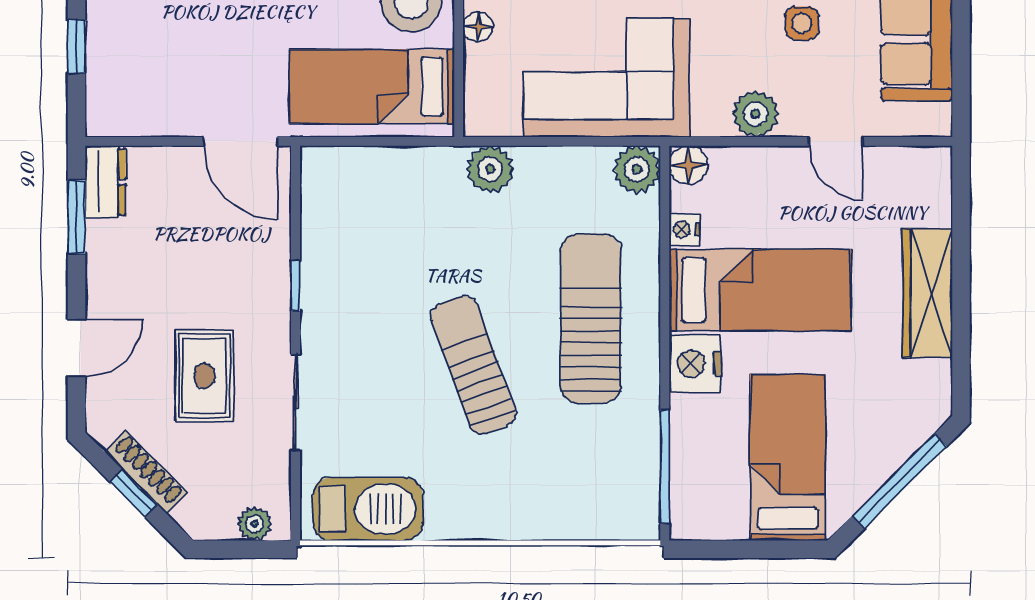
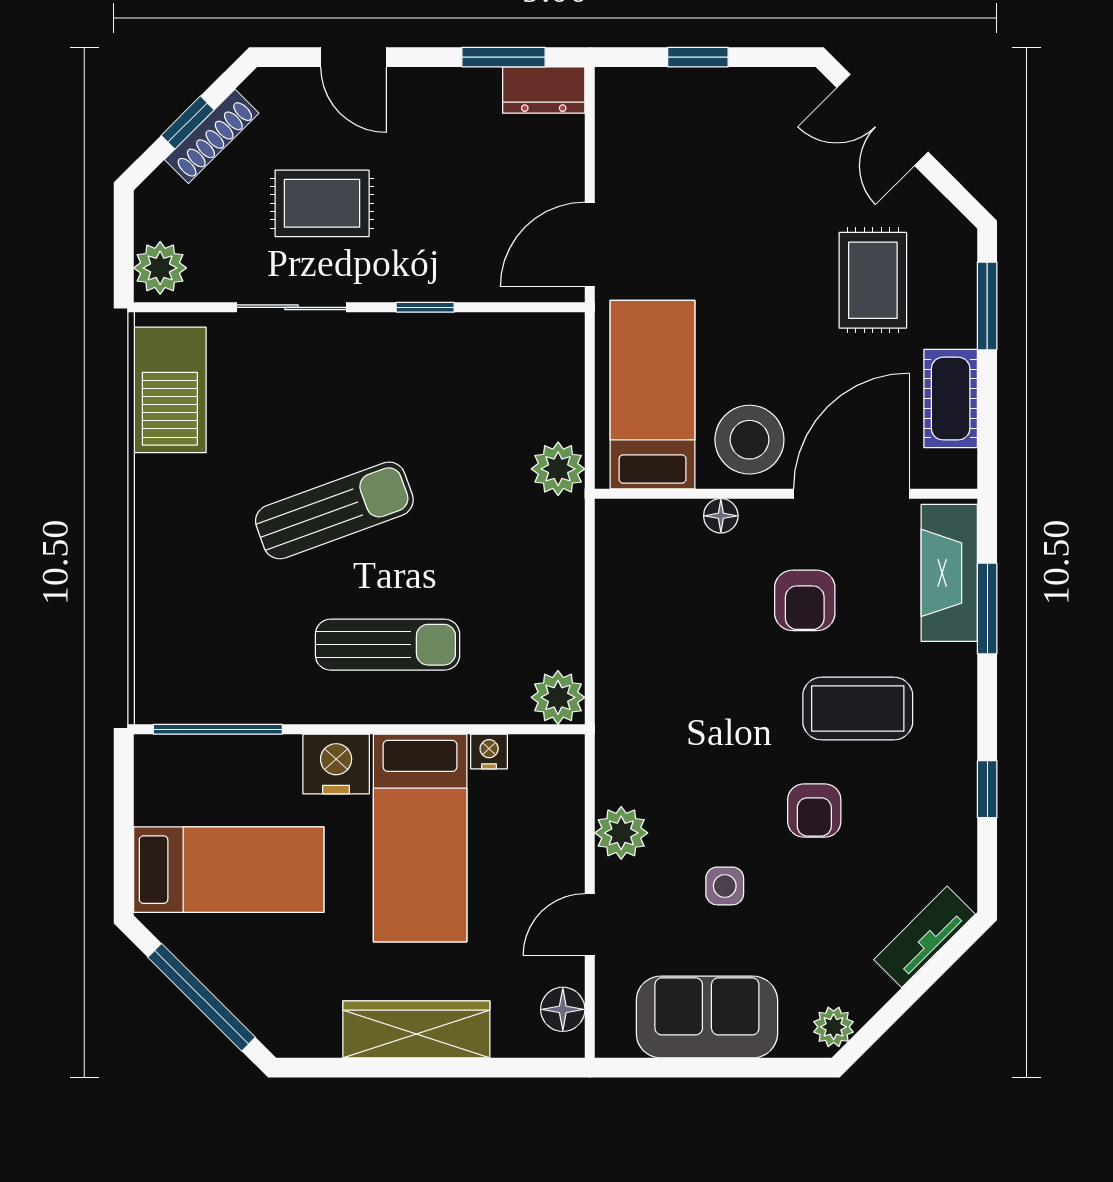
corner sofa: (607, 78) -> (662, 663), removed
floor lamp: (688, 165) -> (563, 1009), moved
plant: (490, 169) -> (558, 469), moved
sun lounger: (591, 318) -> (388, 645), width x0.73, depth x0.75
plant: (255, 524) -> (160, 268), width x1.38, depth x1.38

